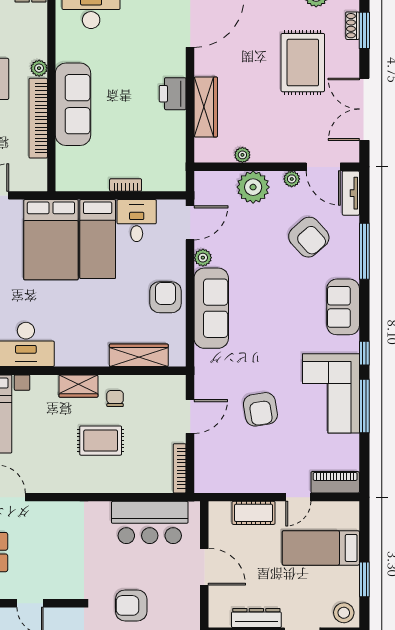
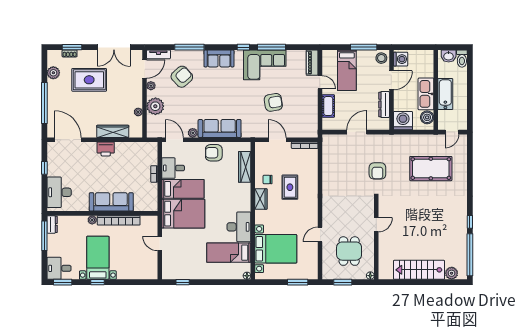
bar counter: (150, 522) -> (333, 161), removed
window: (364, 579) -> (364, 47), width x1.44

